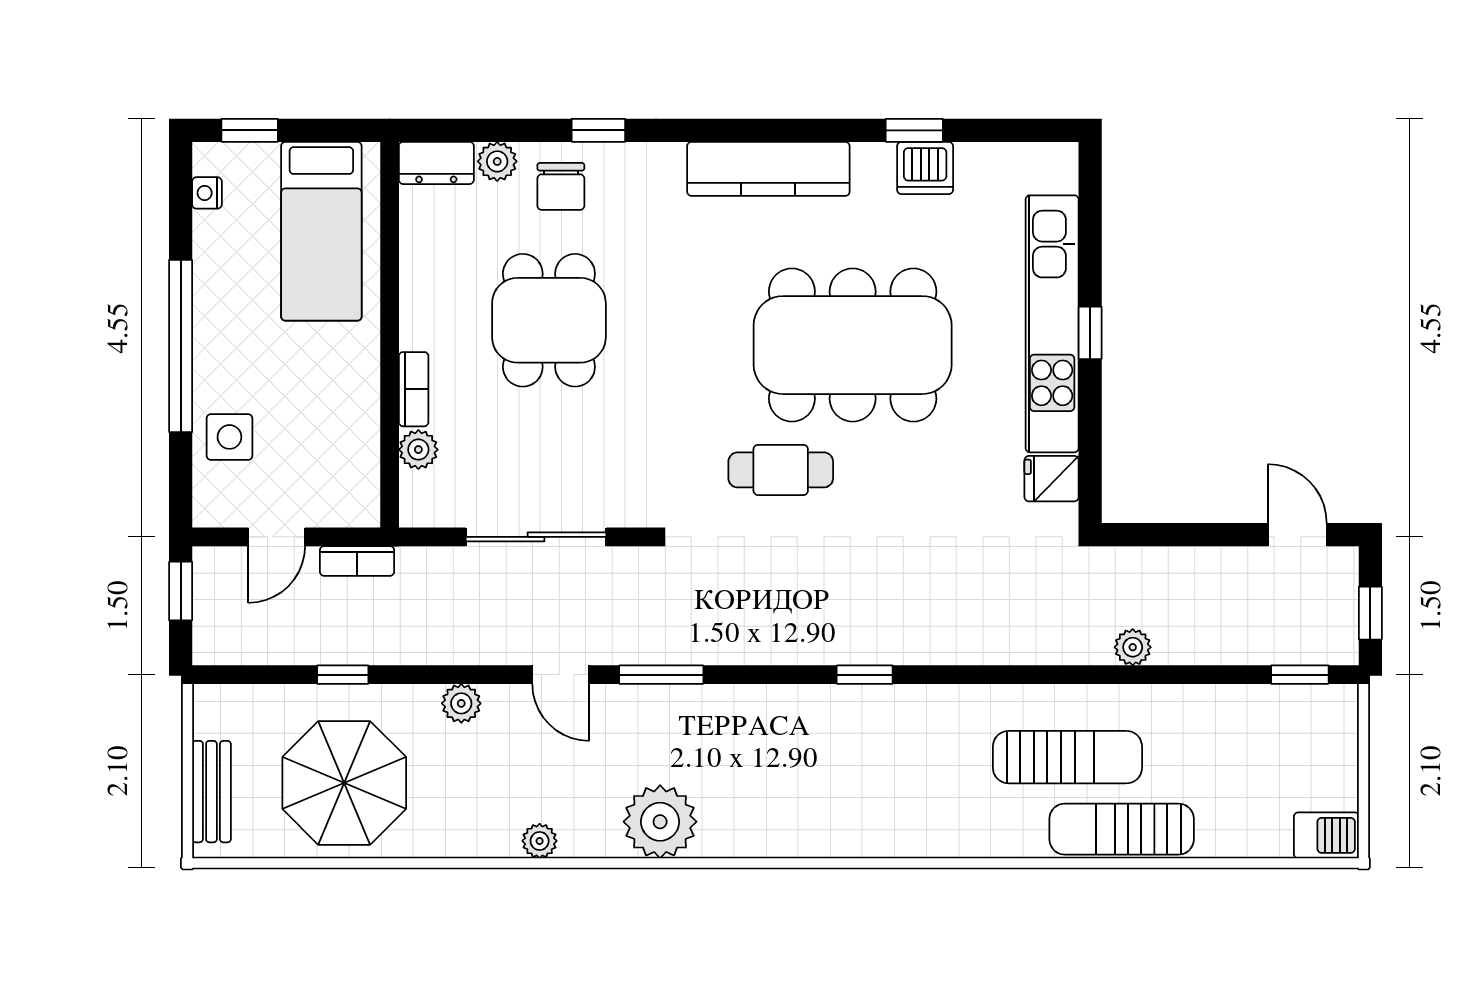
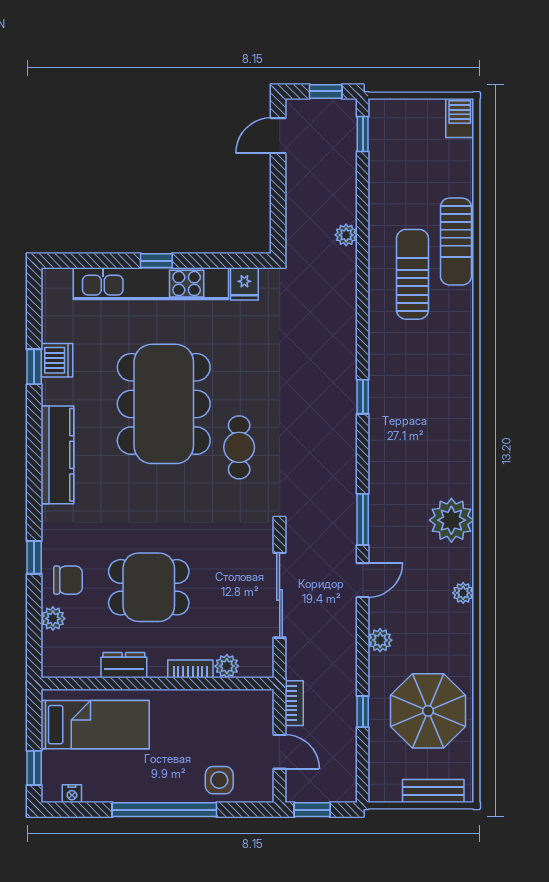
dresser: (436, 163) -> (124, 665), moved, turned -90

